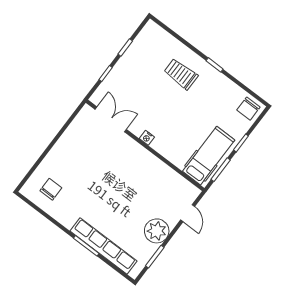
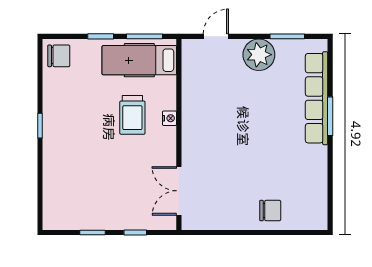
trolley: (181, 74) -> (132, 115), moved
nightstand: (147, 138) -> (170, 118), moved
chair: (51, 189) -> (270, 211), moved, turned 180

